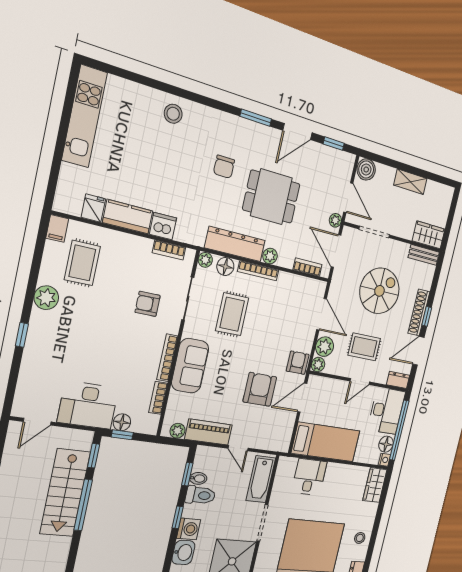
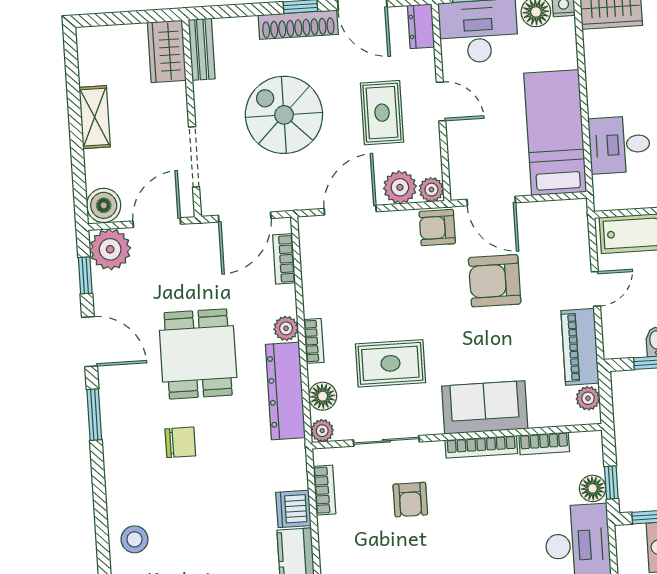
plant: (335, 220) -> (110, 249), moved, width x1.88, depth x1.88
bookcase: (258, 271) -> (314, 341), width x0.64

